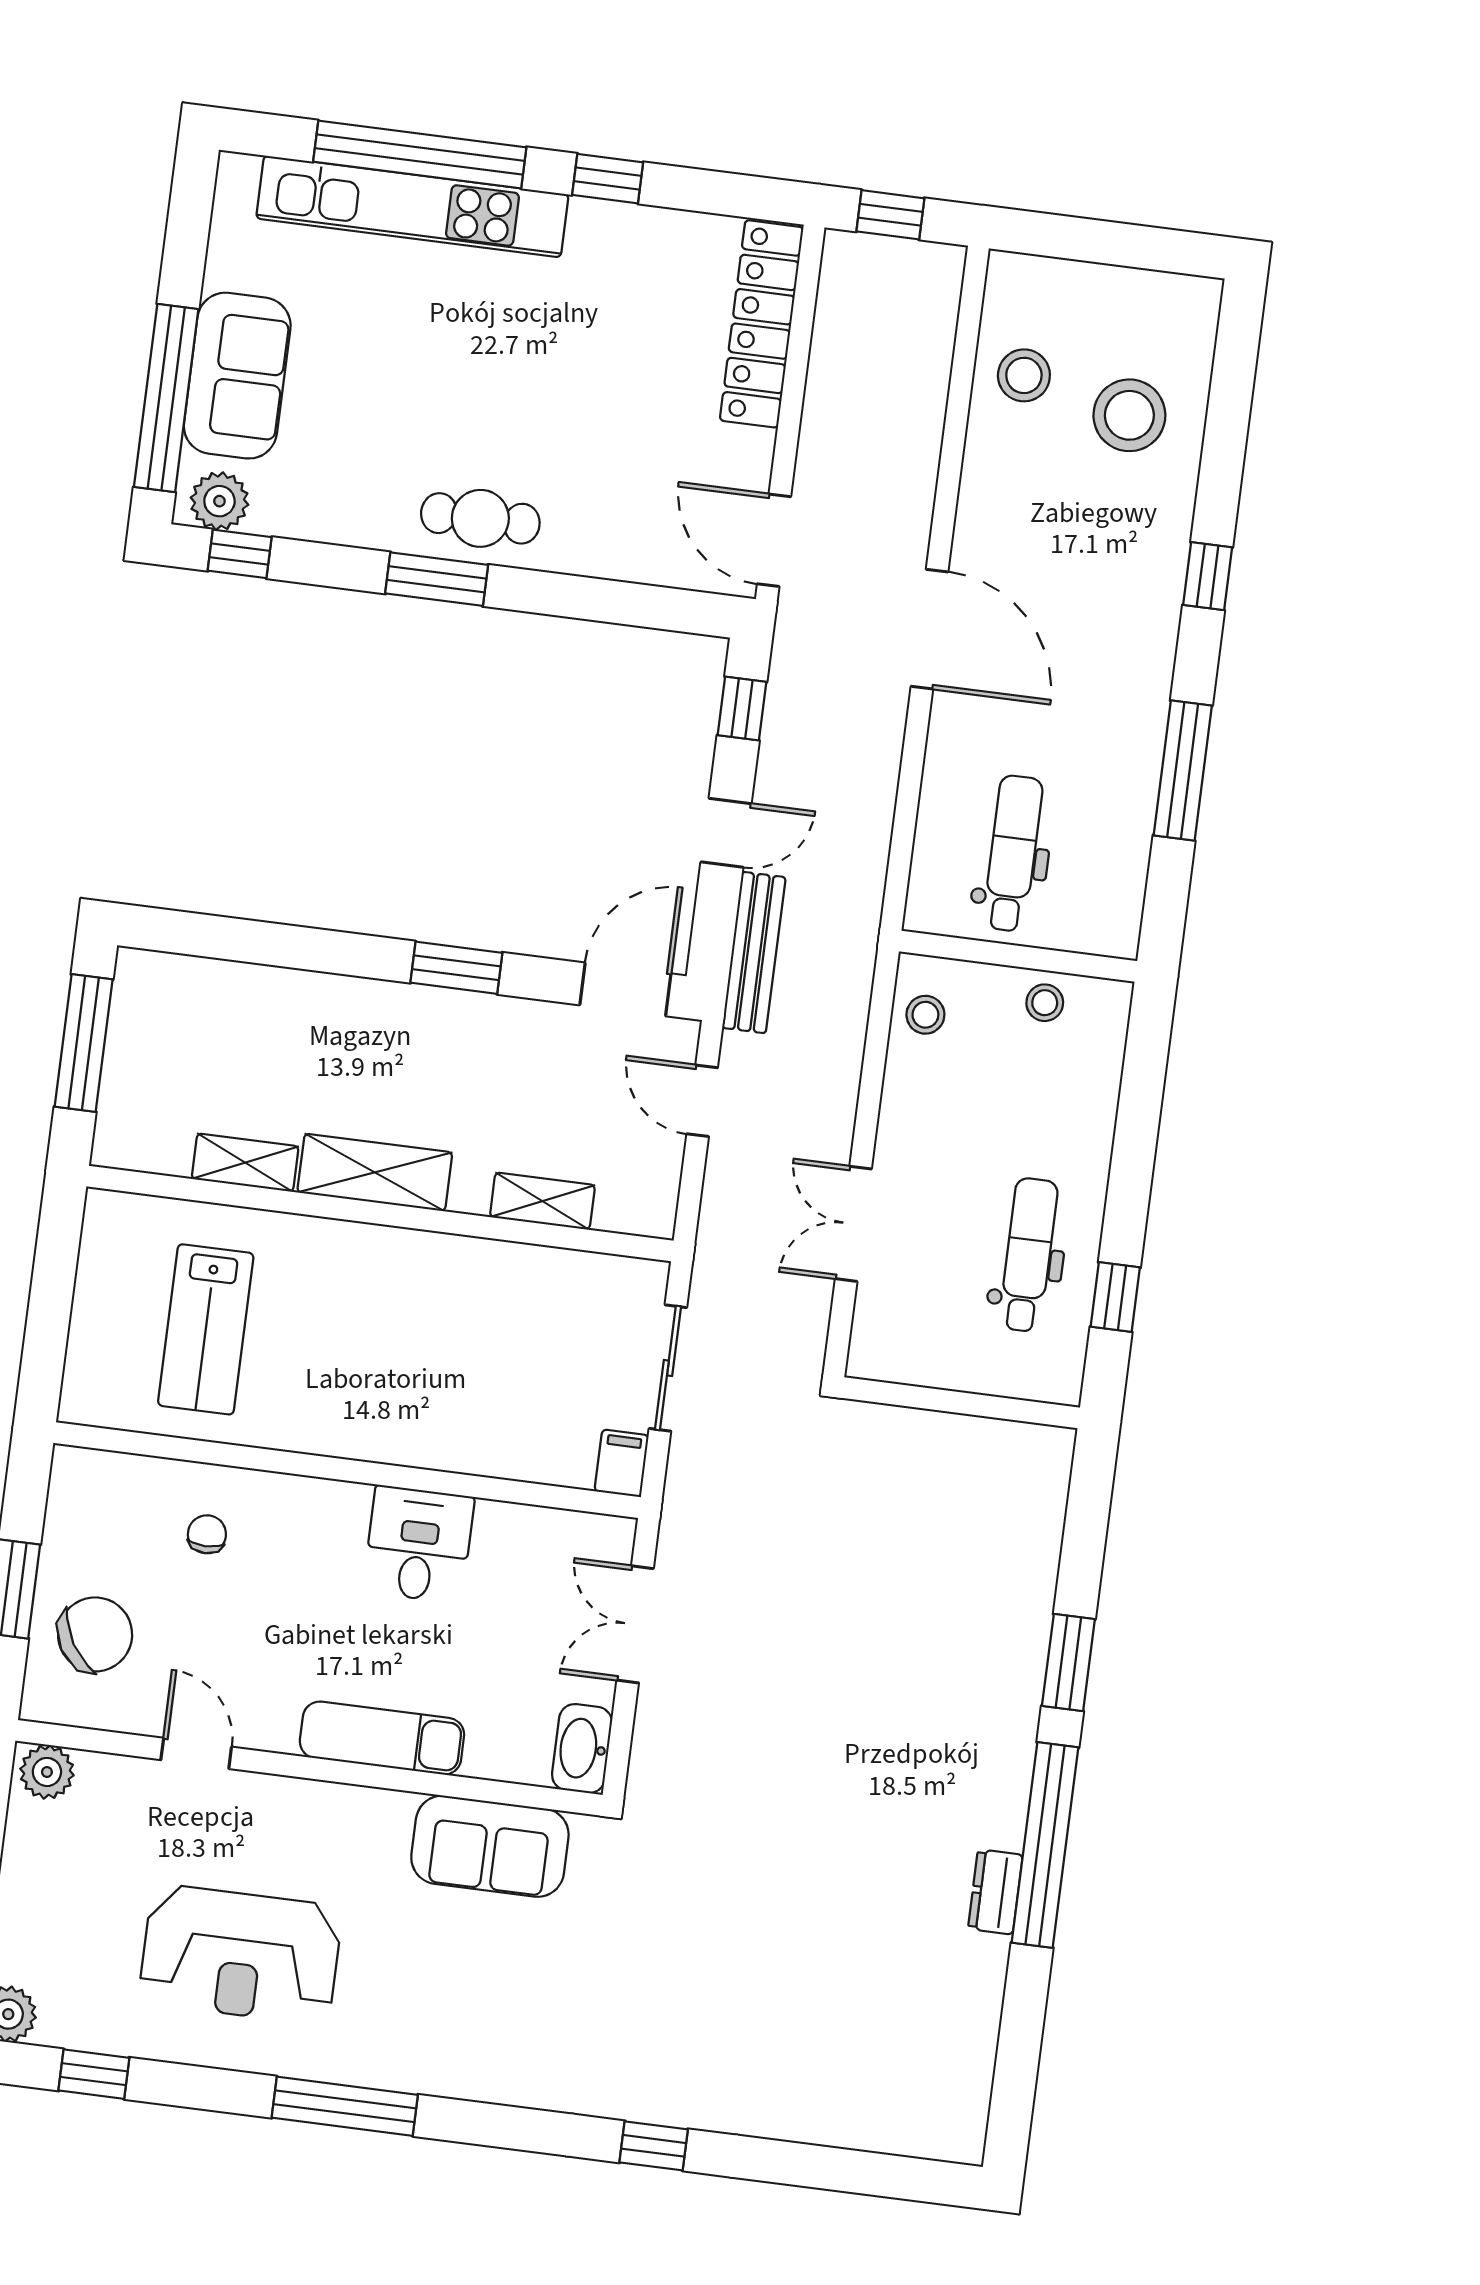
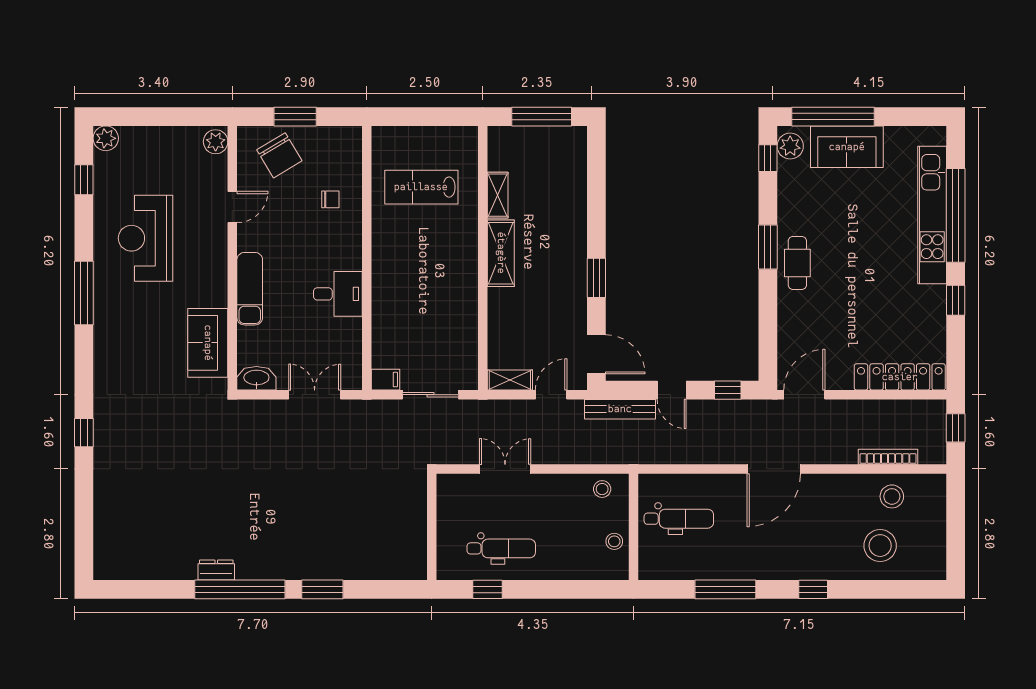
bookcase: (935, 373) -> (888, 457), added
shelving: (542, 1201) -> (510, 380), moved, turned 90

